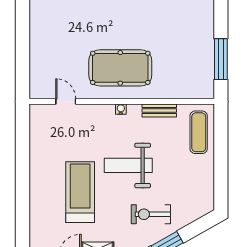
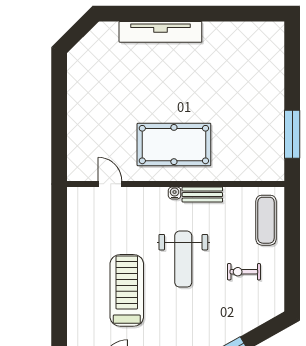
bench: (159, 110) -> (202, 195), moved
weight bench: (128, 165) -> (183, 259), turned -90
exercise bike: (151, 214) -> (244, 272), moved, width x0.73, depth x0.72

